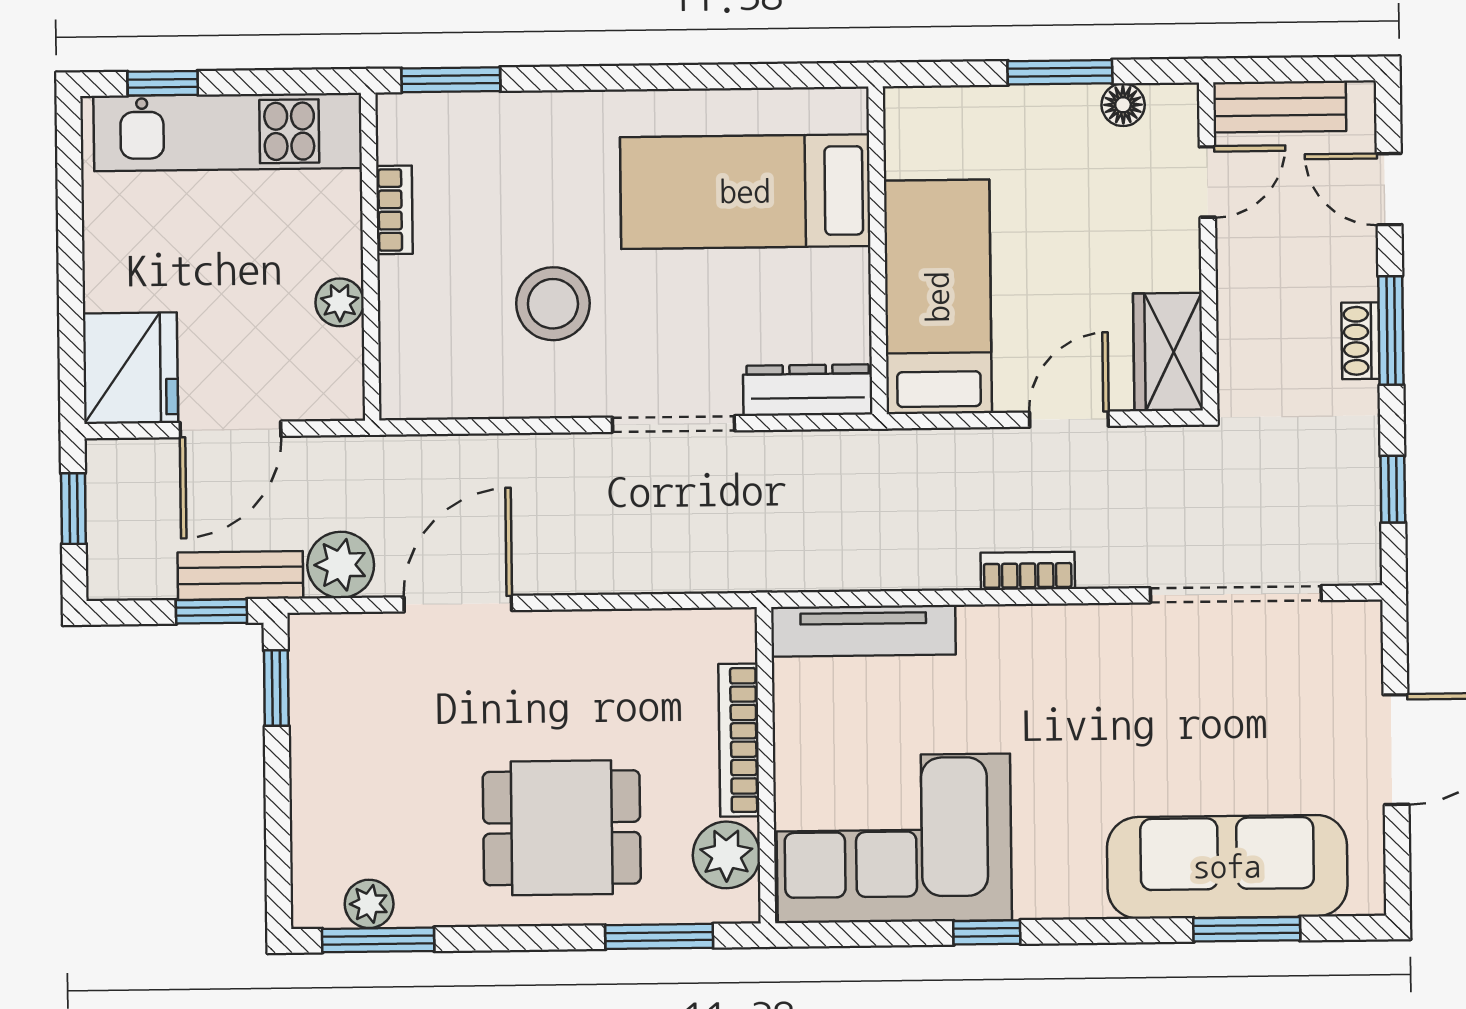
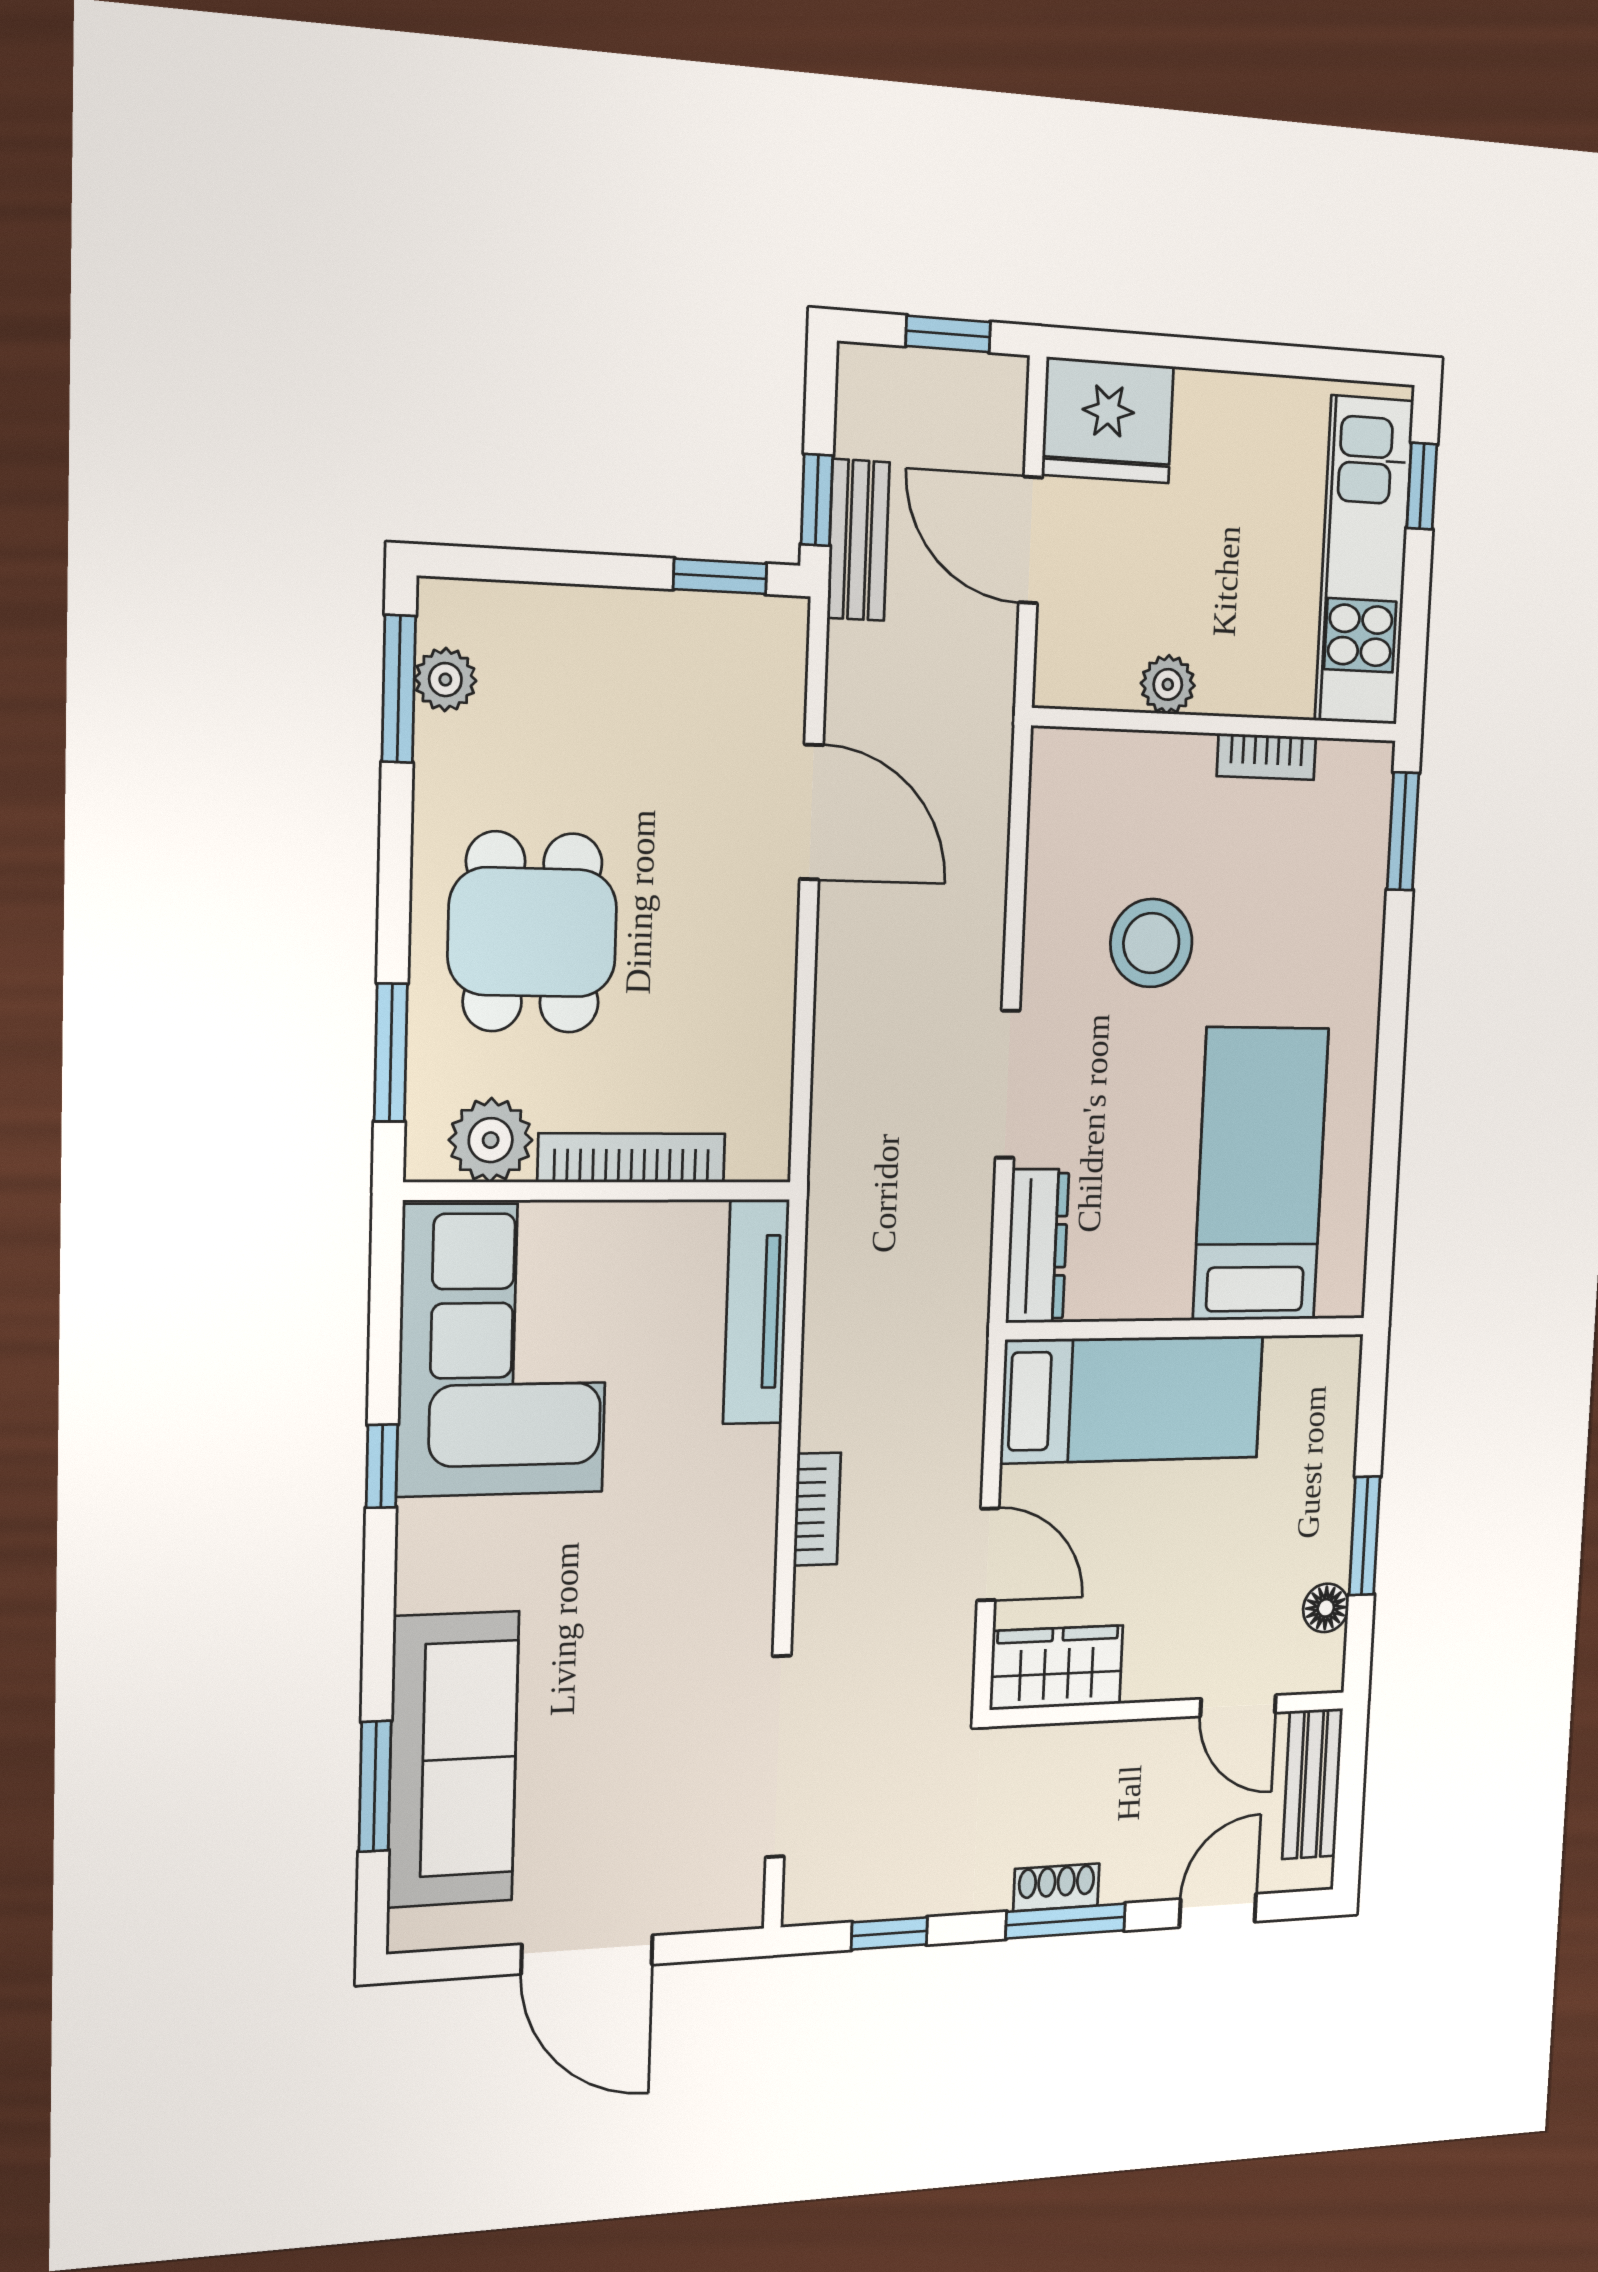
plant: (341, 565) -> (865, 668), removed

